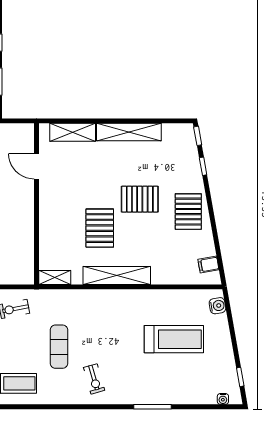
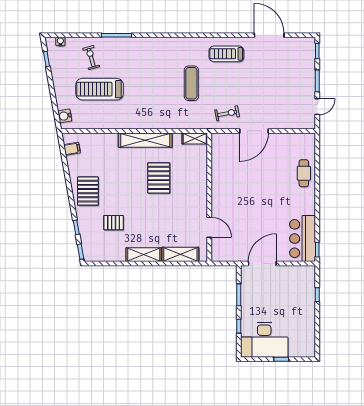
shelving: (129, 132) -> (144, 255), width x0.68
pallet: (140, 199) -> (114, 223), moved, width x0.67, depth x0.71
exercise bike: (94, 379) -> (91, 58), moved

